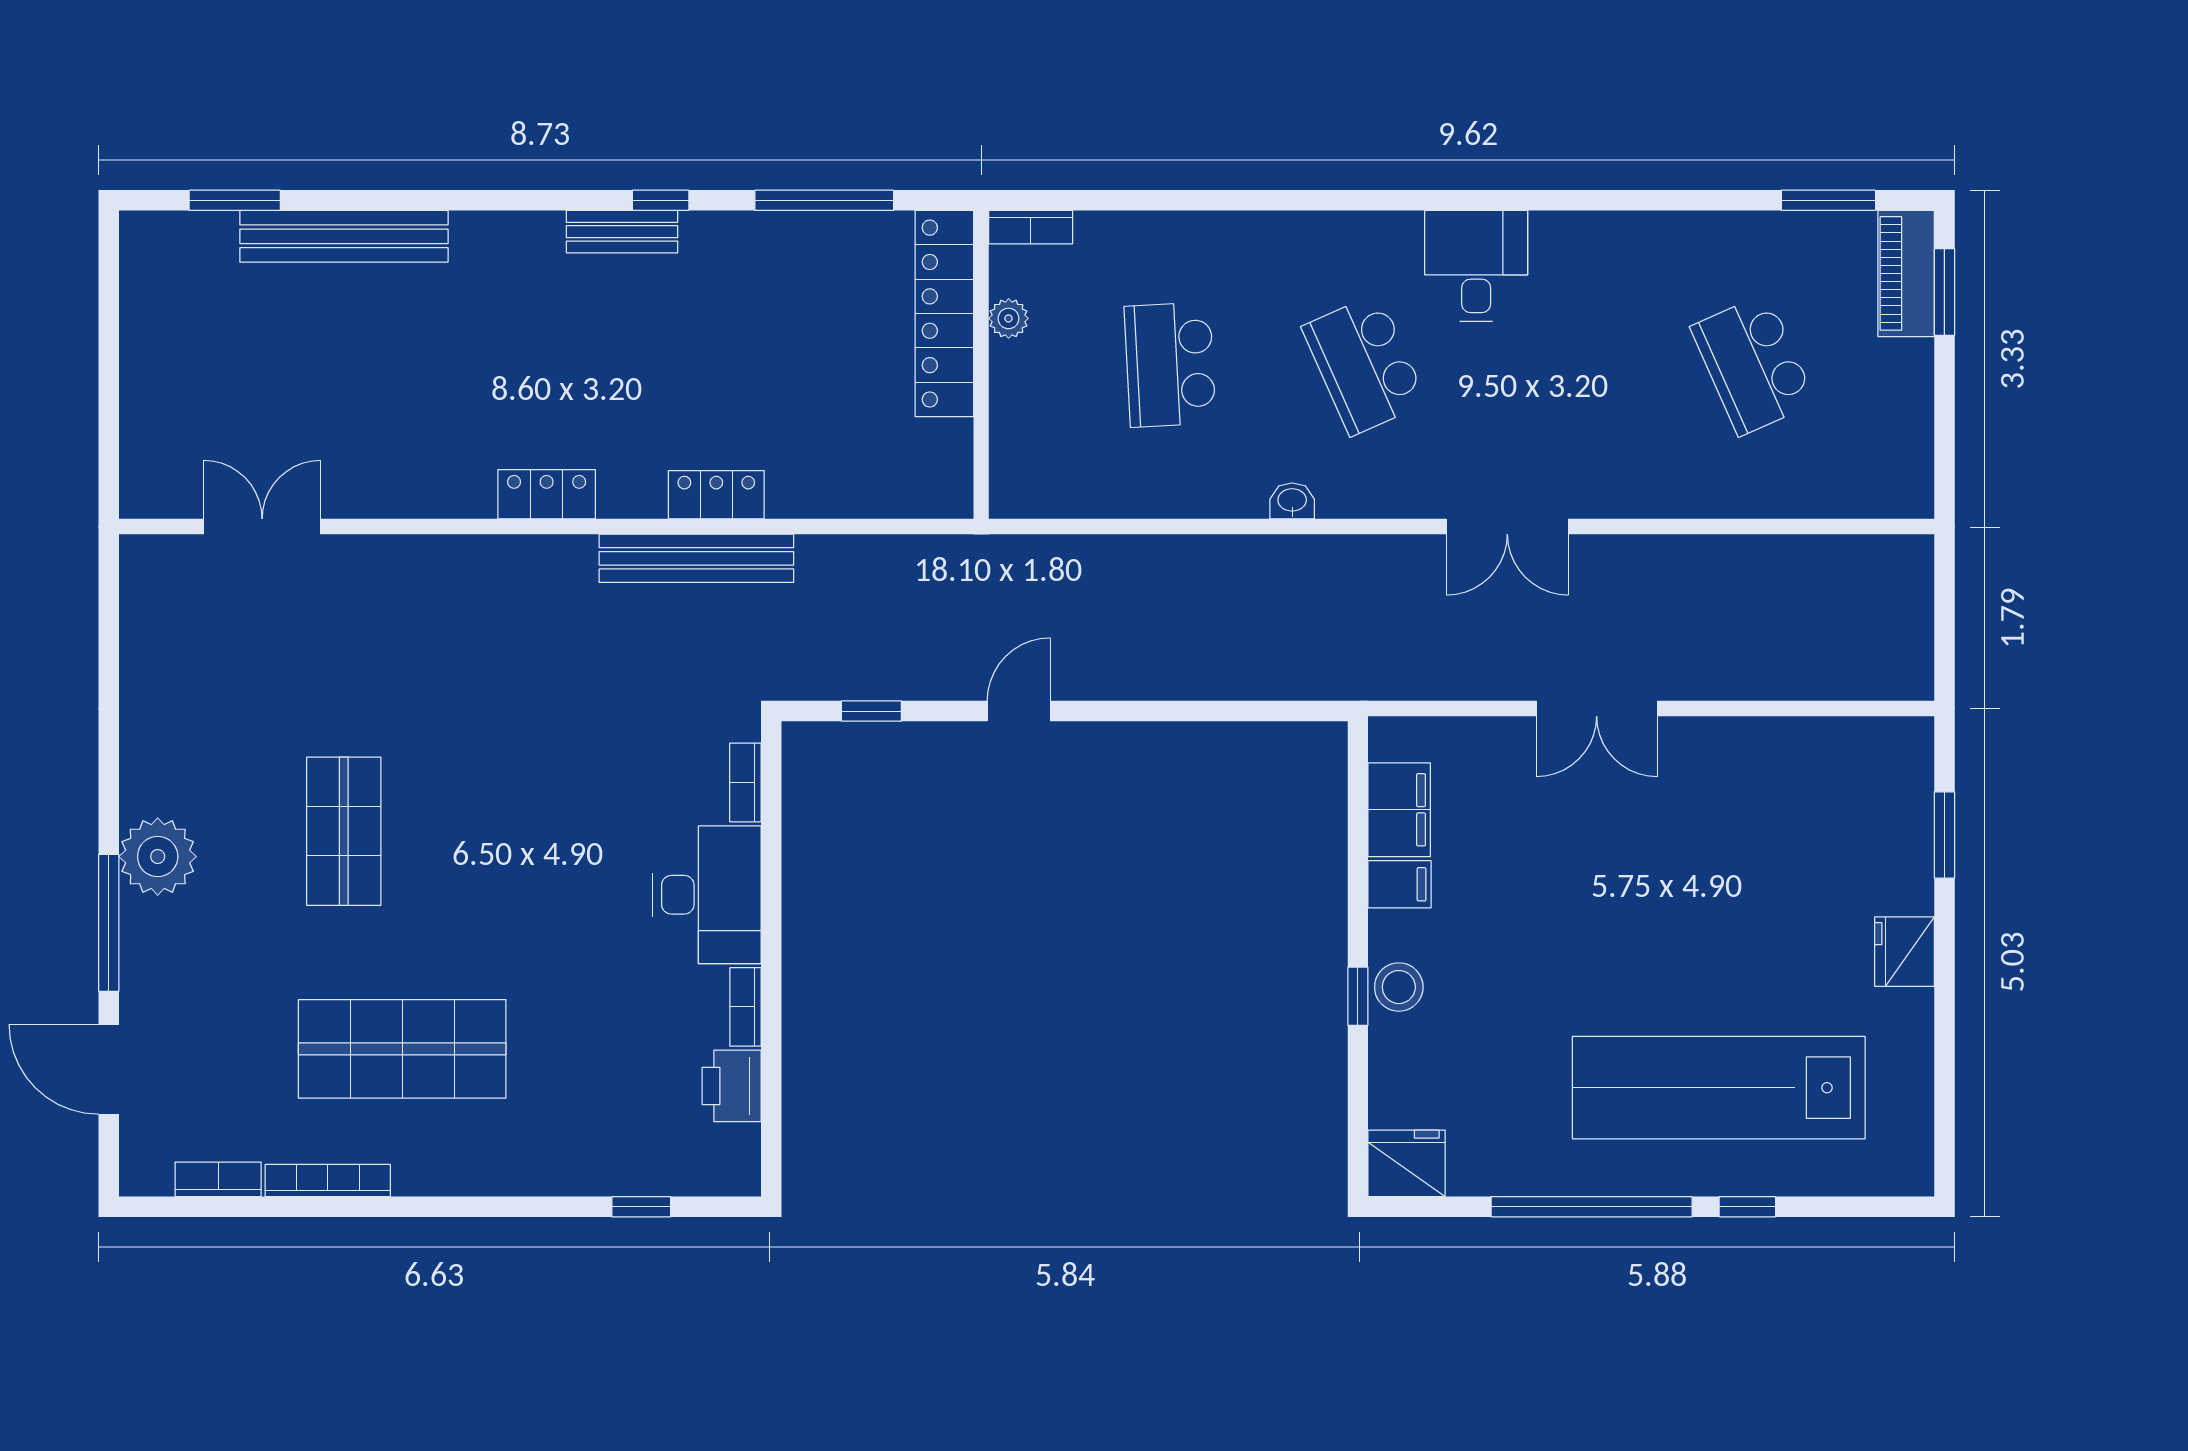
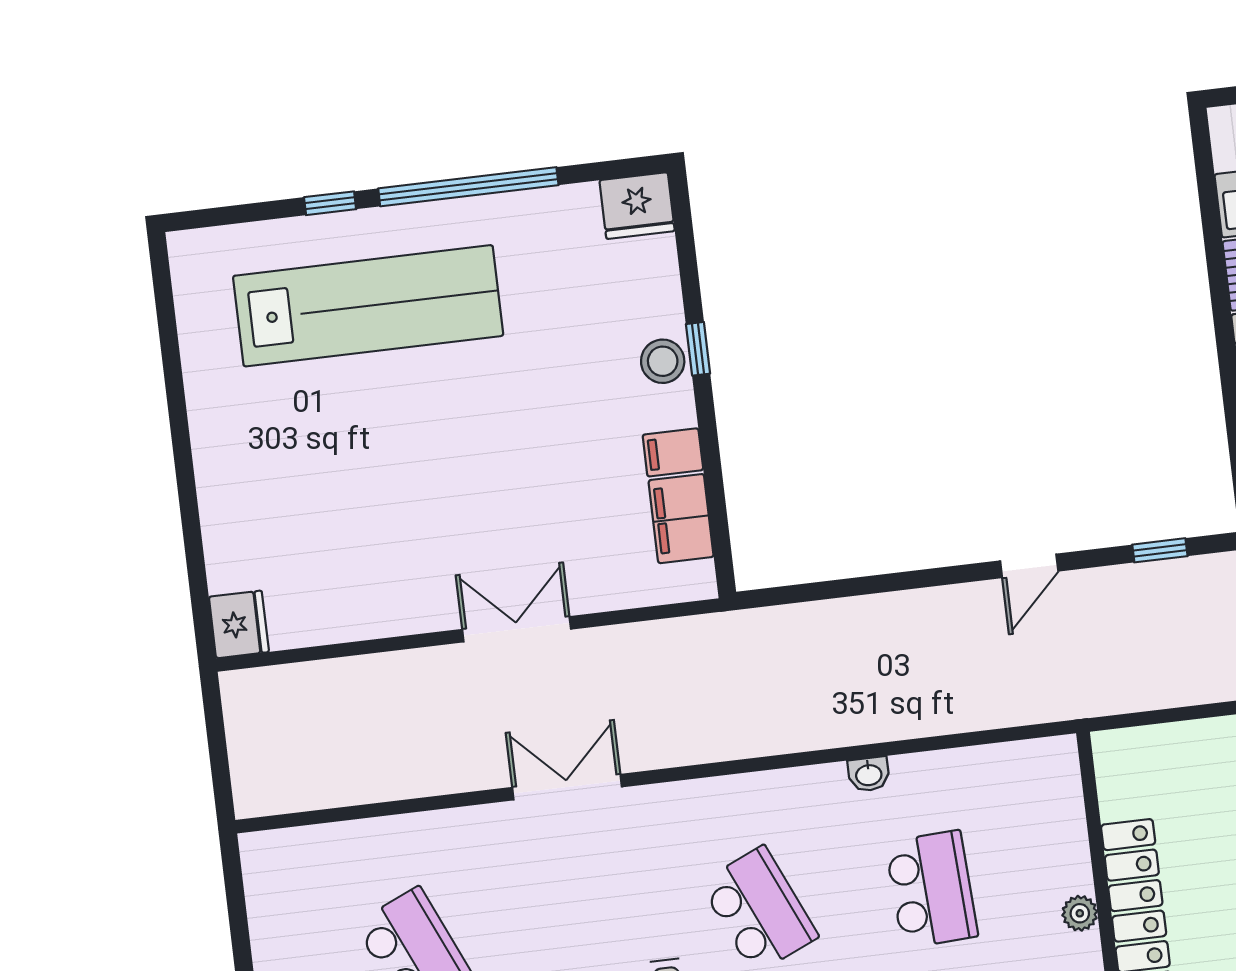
washbasin: (1292, 501) -> (869, 774), moved
double door: (1507, 526) -> (567, 787), moved
window: (1944, 835) -> (194, 554), removed
fridge: (1905, 952) -> (239, 624), moved

